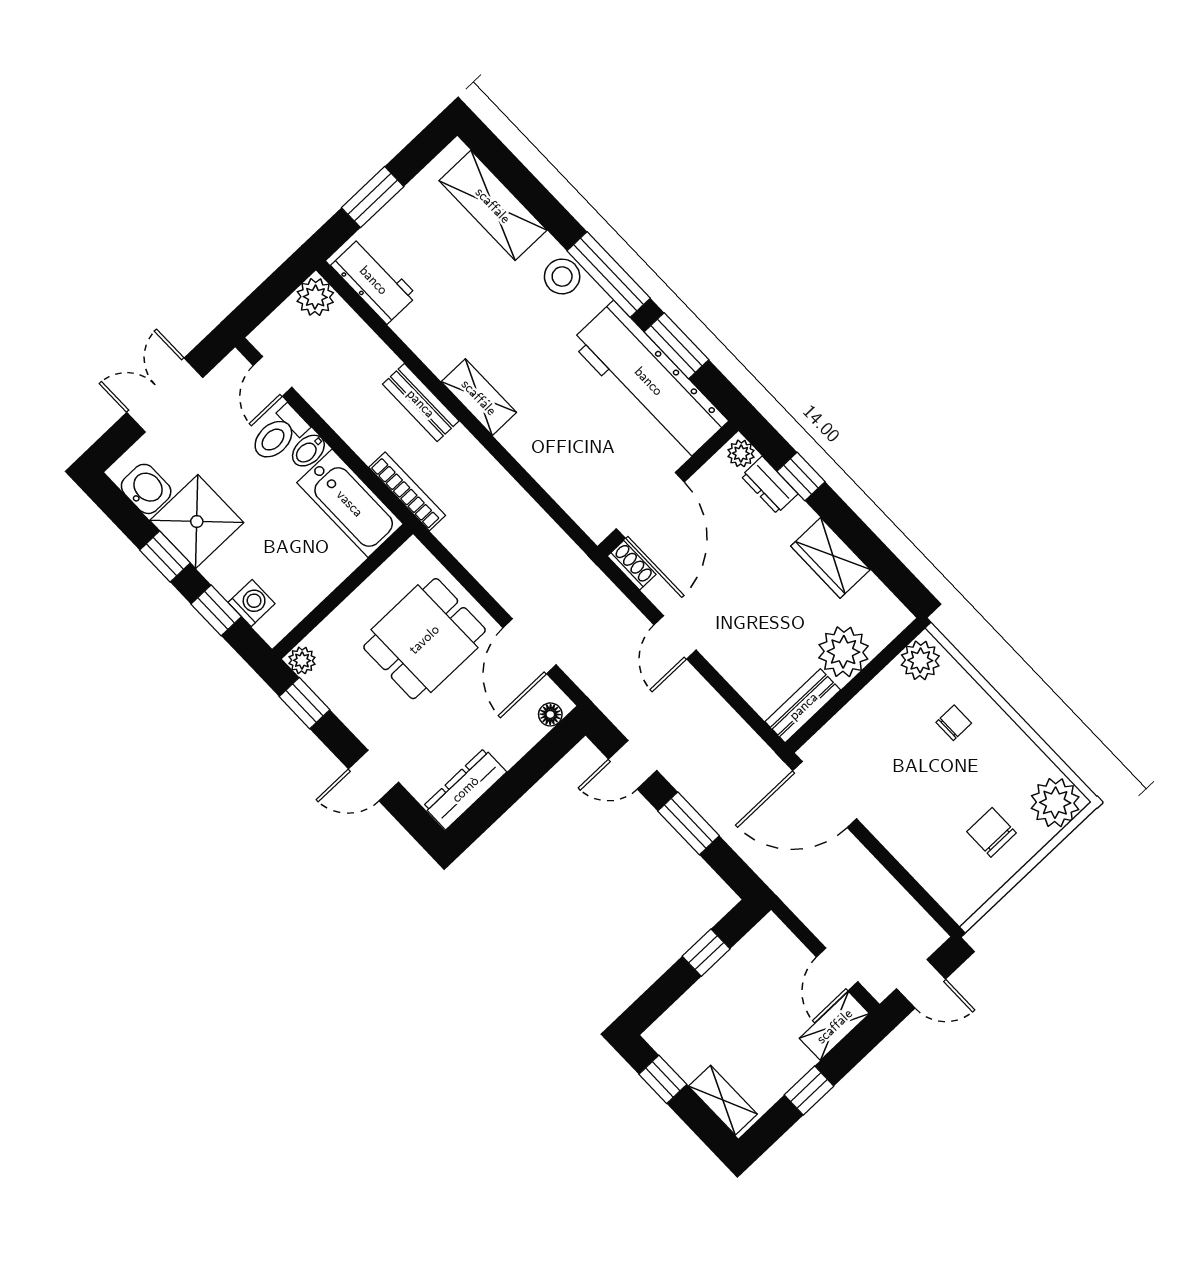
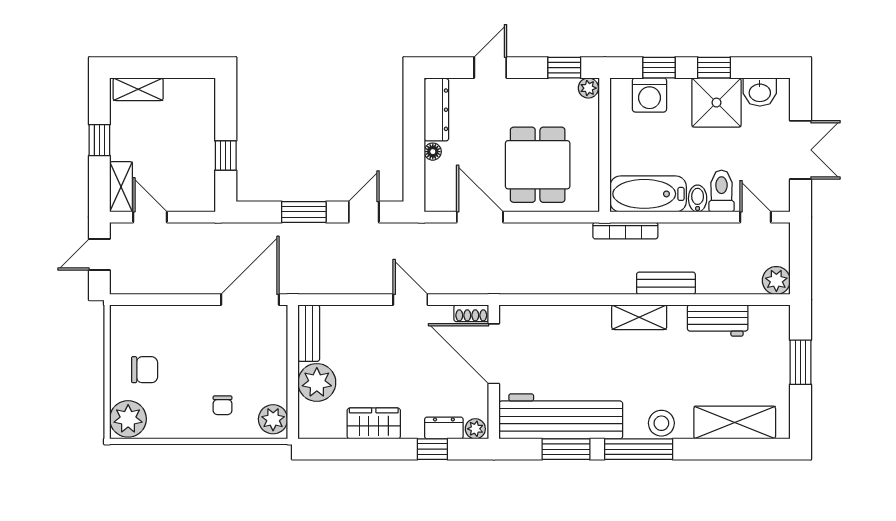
workbench: (374, 280) -> (718, 320), moved
washing machine: (252, 603) -> (649, 95), width x1.38, depth x1.38
floor lamp: (550, 714) -> (433, 152), moved
window: (663, 1079) -> (180, 68), removed

